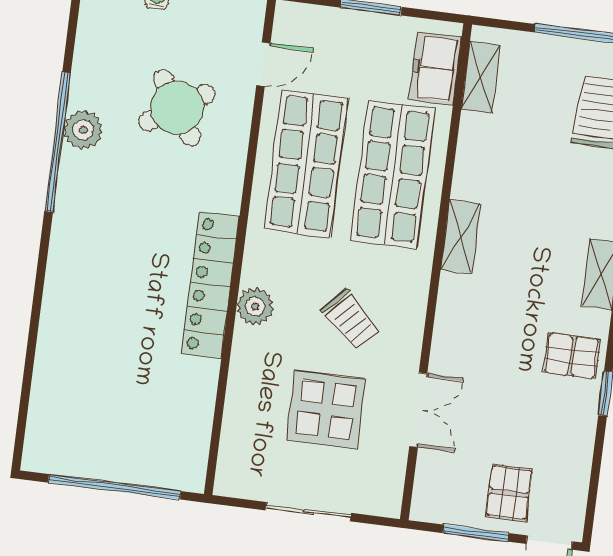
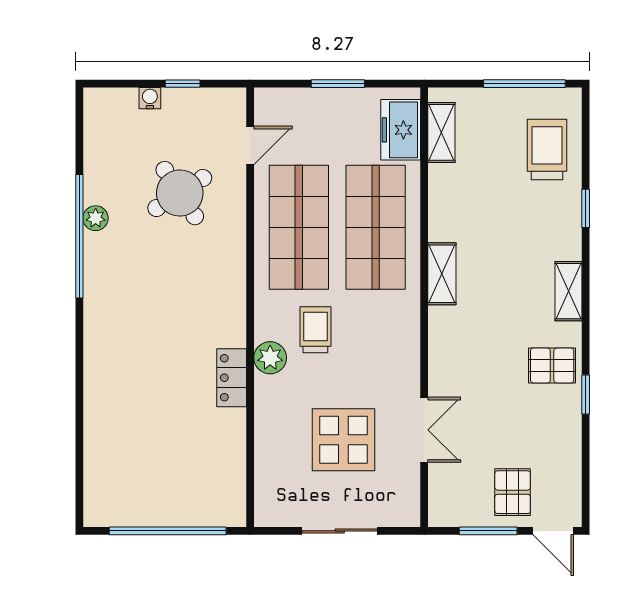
plant: (83, 130) -> (96, 218), width x0.73, depth x0.73
locker: (210, 285) -> (232, 378), width x0.46, depth x0.83
trolley: (350, 319) -> (315, 330), moved, turned -134

